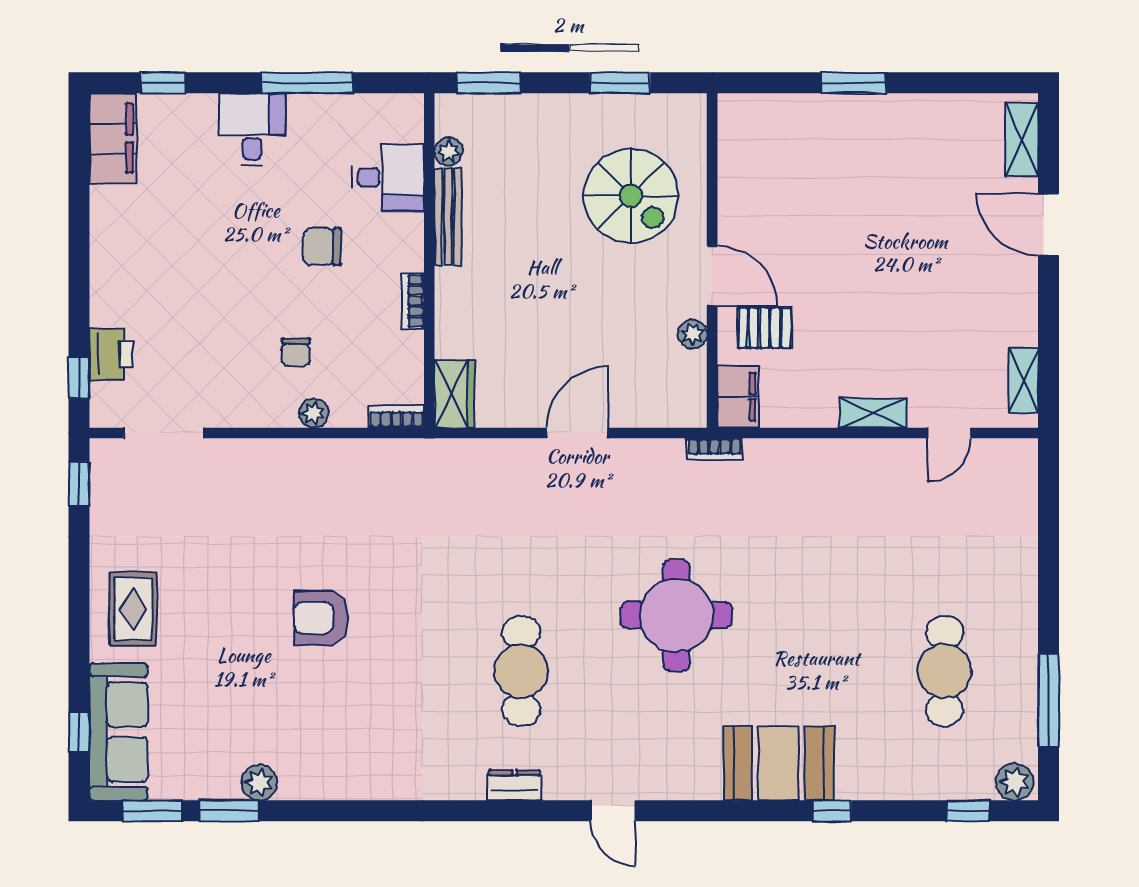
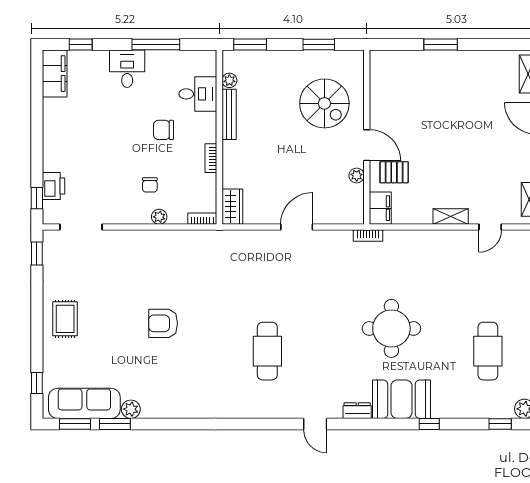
round table: (676, 615) -> (391, 328), moved
sofa: (119, 732) -> (84, 403), moved, turned -90
dresser: (514, 785) -> (357, 411), moved

